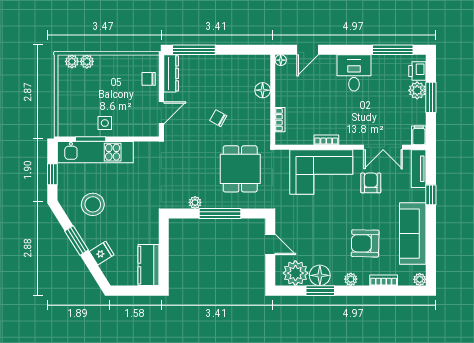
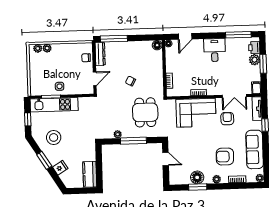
floor lamp: (263, 90) -> (157, 45), moved
plant: (295, 273) -> (182, 176), removed

